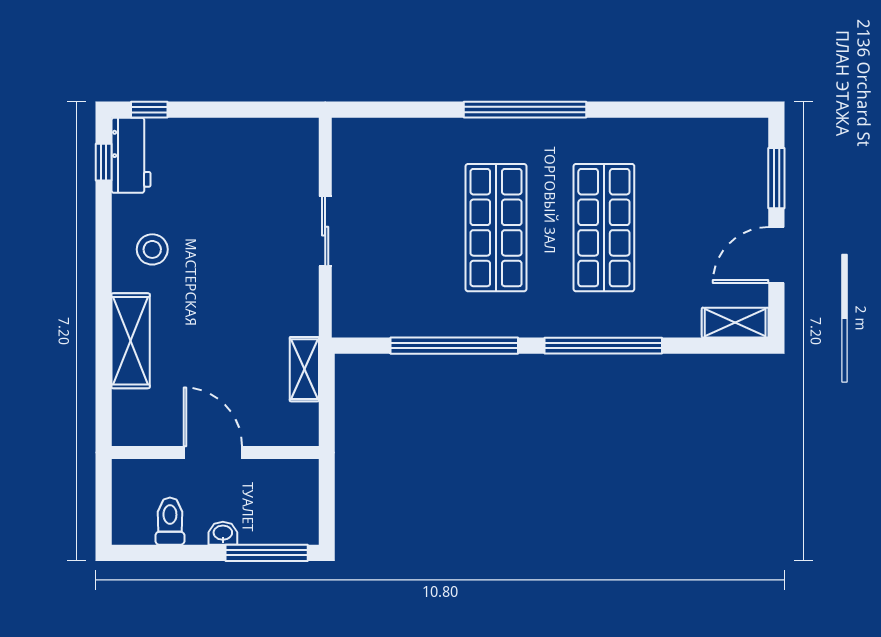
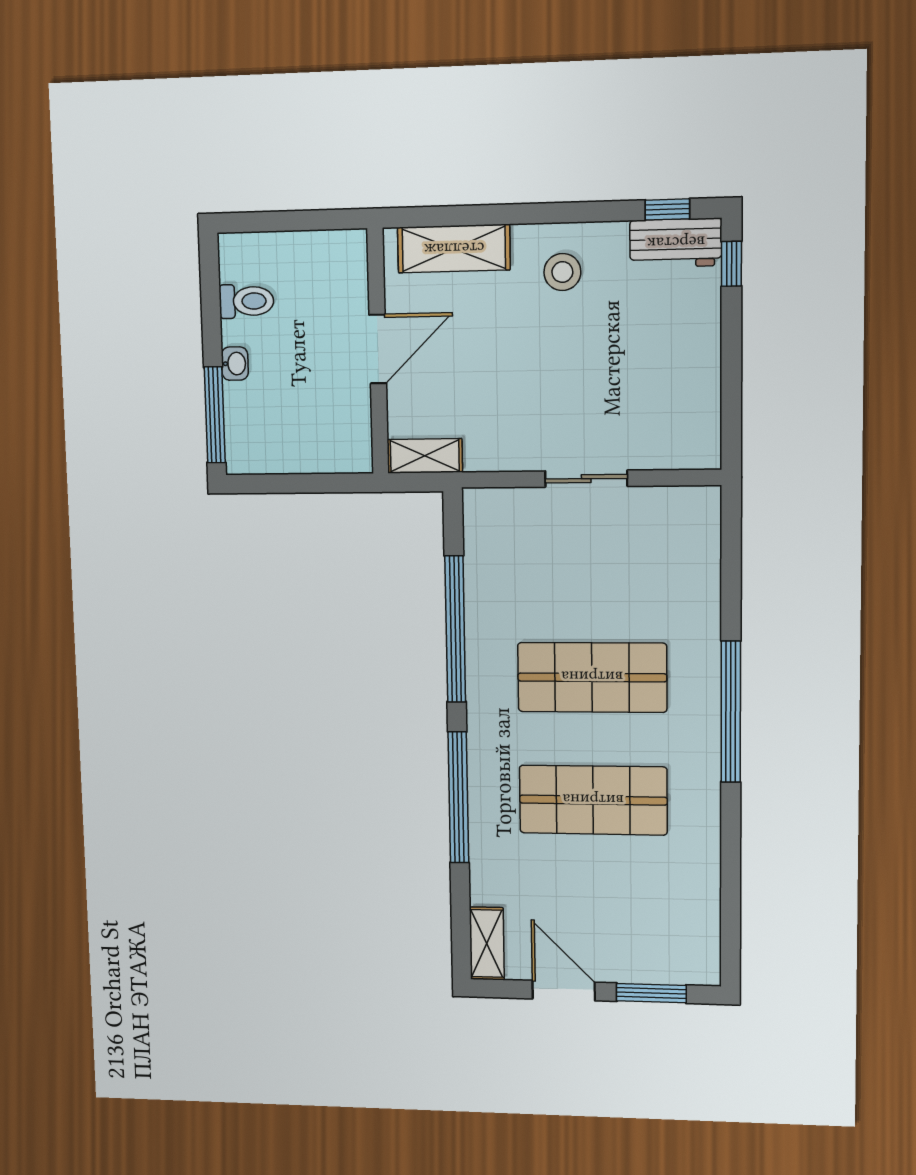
door: (213, 452) -> (378, 349), moved
wall: (215, 452) -> (378, 352), moved

